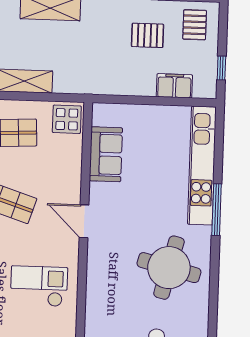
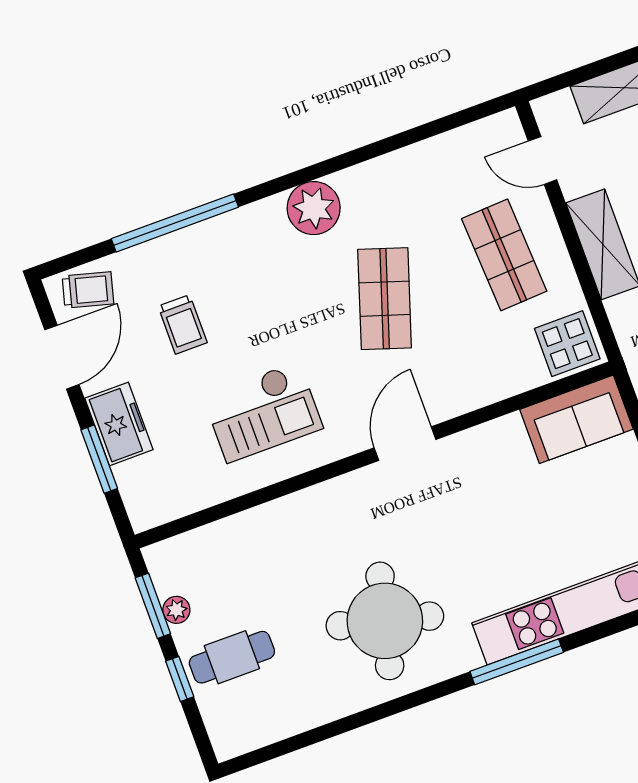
sofa: (106, 154) -> (576, 419), moved
checkout: (39, 286) -> (263, 412), turned 90

